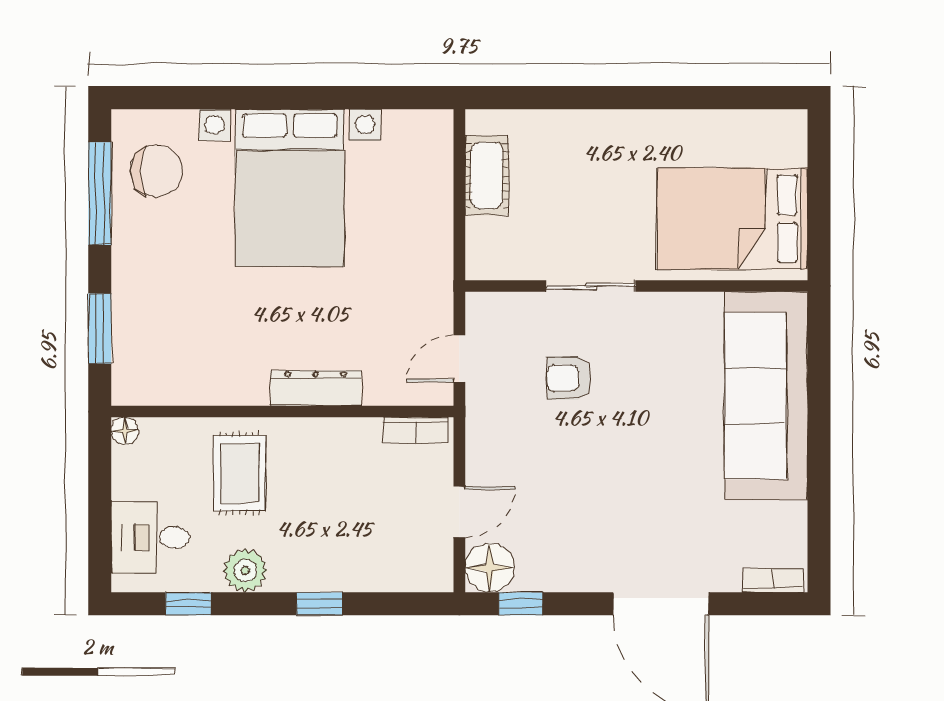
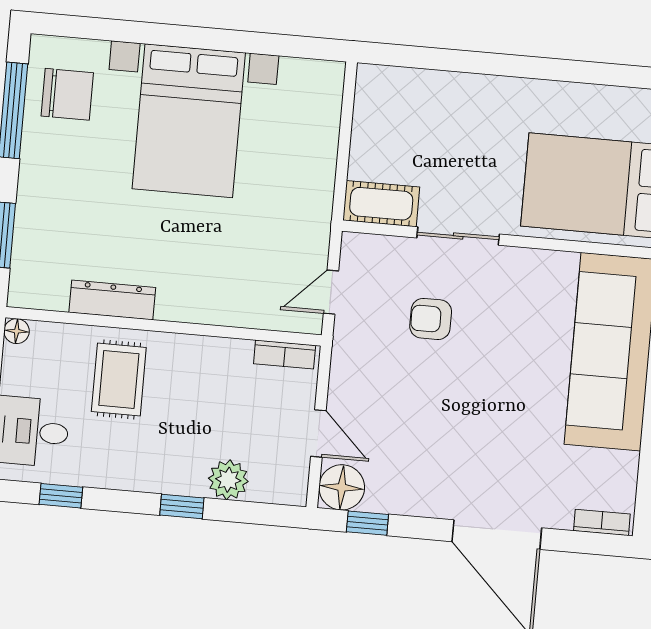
cot: (487, 176) -> (381, 204), moved, turned 90
dresser: (316, 388) -> (112, 300), moved
door: (459, 512) -> (318, 433), hinge flipped
plant: (245, 570) -> (228, 480), moved

